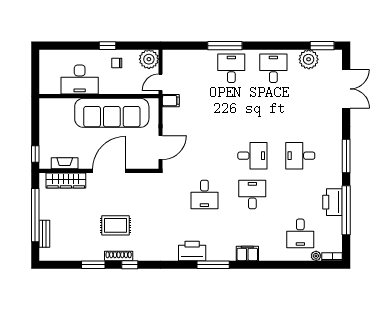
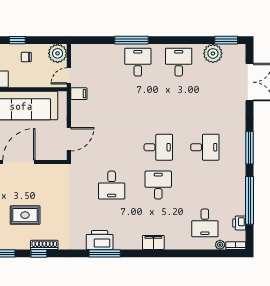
desk: (300, 156) -> (205, 147), turned 180
printer: (332, 202) -> (239, 223), moved, width x0.53, depth x0.68
shoe rack: (119, 256) -> (44, 245), moved
window: (213, 265) -> (105, 253), moved

